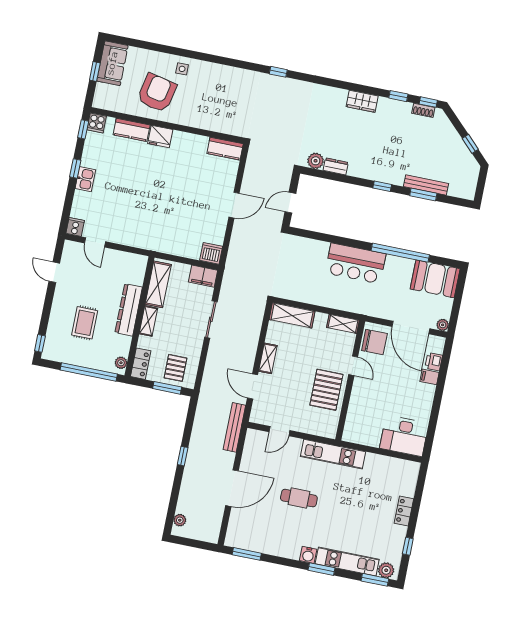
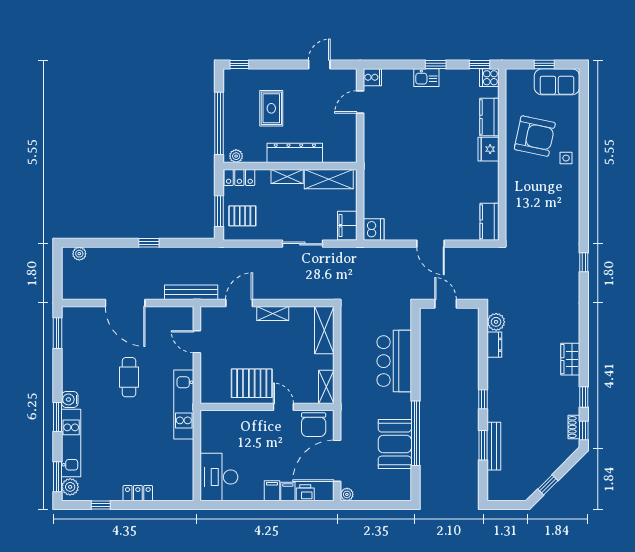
bar counter: (356, 263) -> (394, 361), moved
booth: (435, 279) -> (395, 444), moved
rug: (85, 323) -> (271, 108), turned 90
door: (353, 366) -> (283, 407), swing flipped
filing cabinet: (426, 391) -> (272, 491), added

